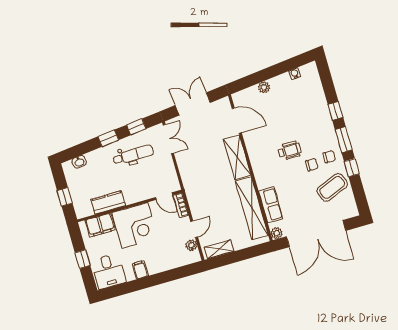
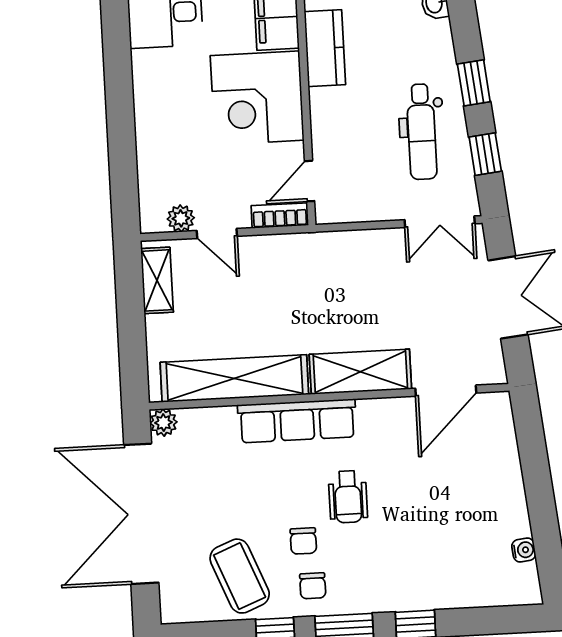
plant: (264, 87) -> (508, 472), removed
row of seats: (271, 205) -> (297, 421), moved, width x1.48
filing cabinet: (140, 270) -> (152, 86), removed

